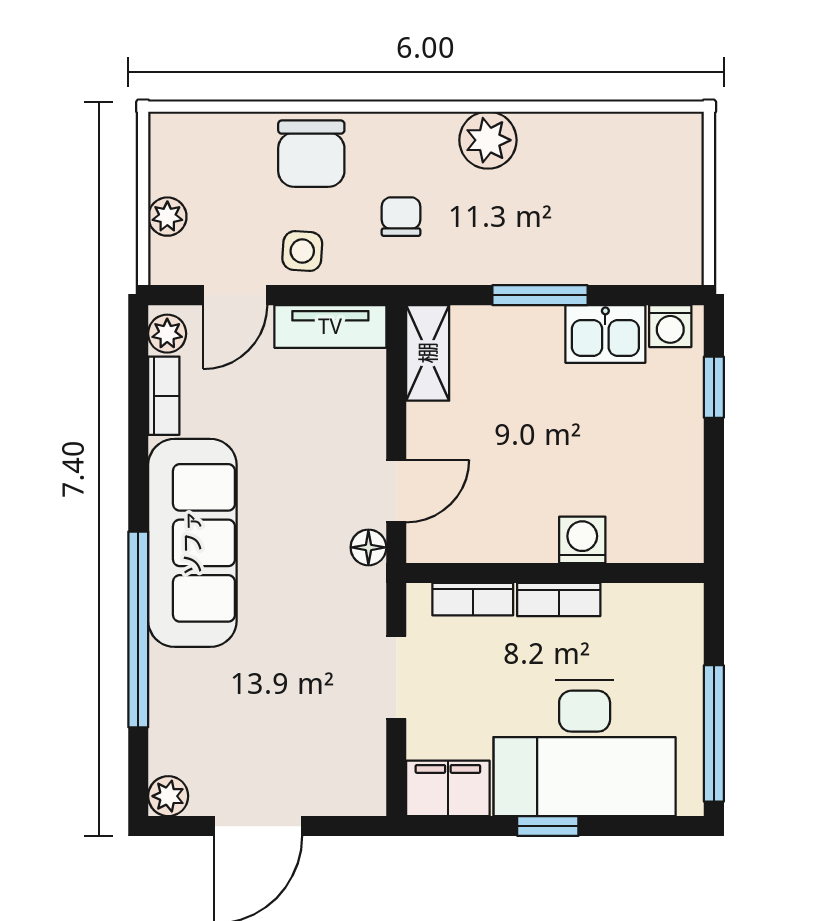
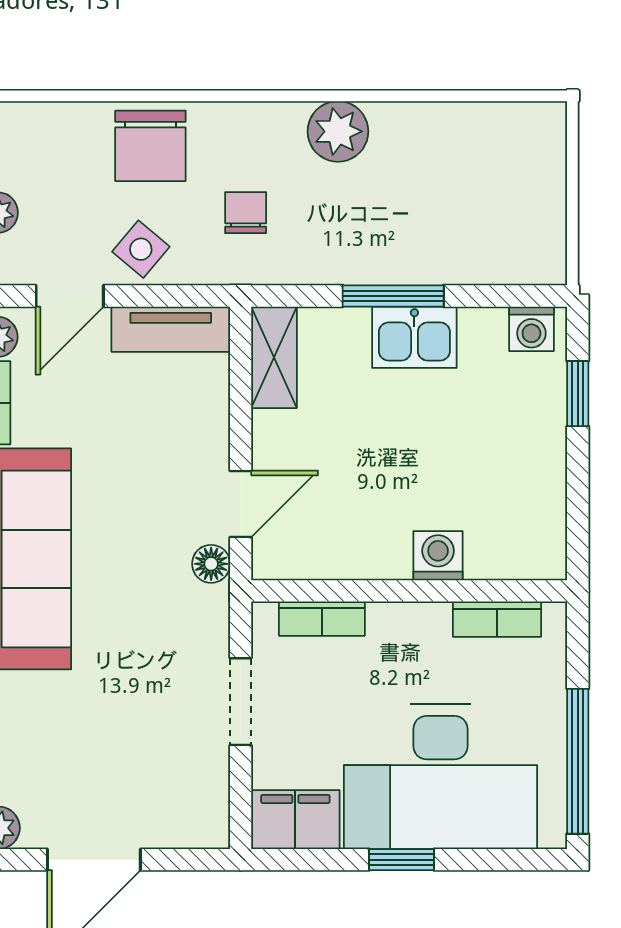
side table: (302, 251) -> (141, 249), turned 36
kitchen sink: (605, 334) -> (414, 337), moved
bookcase: (559, 600) -> (497, 619), moved

